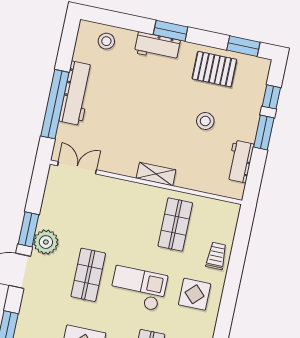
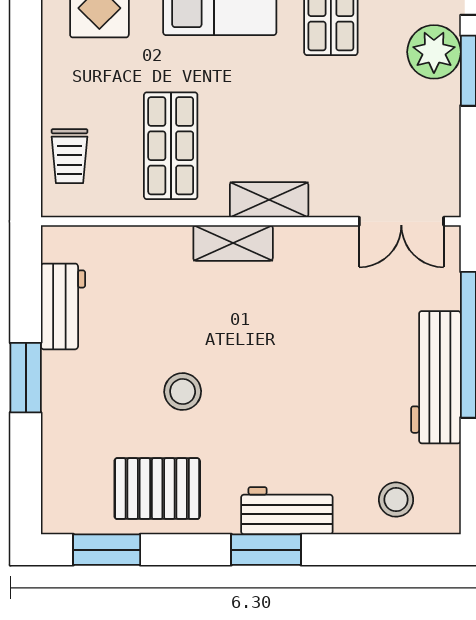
window: (271, 97) -> (26, 455), removed
stool: (205, 121) -> (183, 392), moved
shelving: (136, 190) -> (269, 200), added
trolley: (216, 256) -> (70, 156), moved

